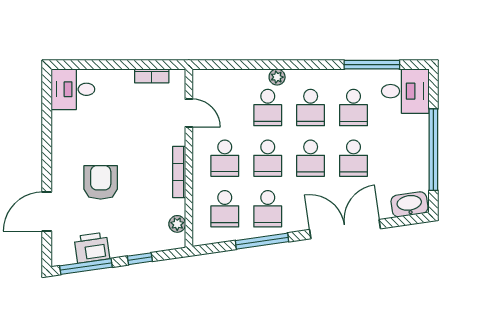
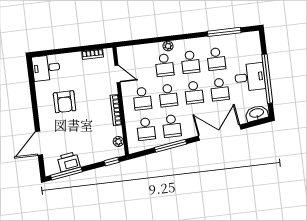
desk: (405, 91) -> (250, 77), moved
armchair: (101, 182) -> (65, 102), moved, turned 180
window: (140, 259) -> (112, 161), moved

